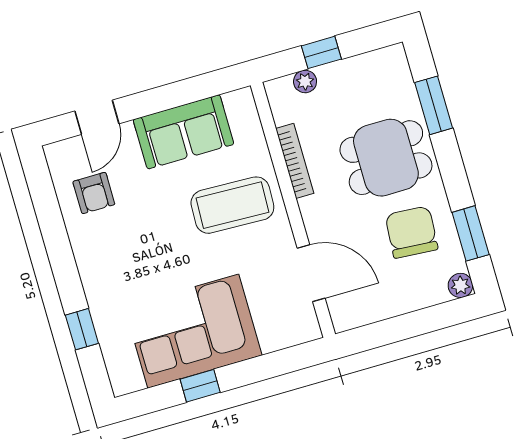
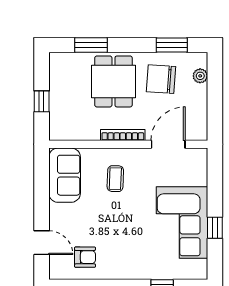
plant: (305, 81) -> (56, 116), removed
sofa: (184, 132) -> (65, 175), moved
bookcase: (295, 161) -> (123, 135), moved
coffee table: (232, 205) -> (115, 179), width x0.54, depth x0.58
plant: (460, 285) -> (200, 76), moved

